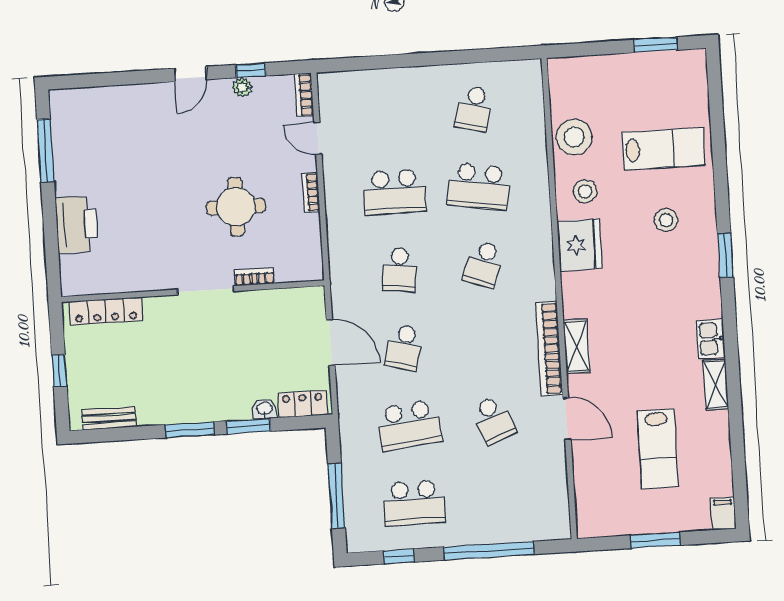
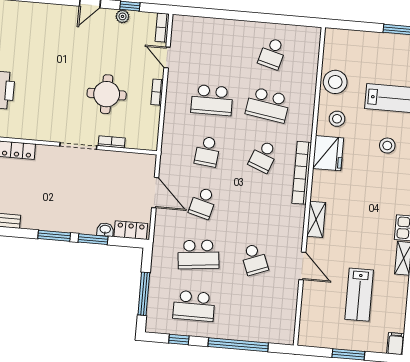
bookcase: (549, 349) -> (302, 173), moved

